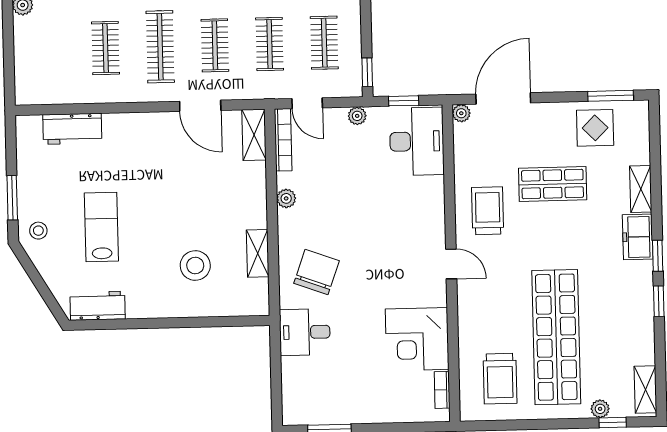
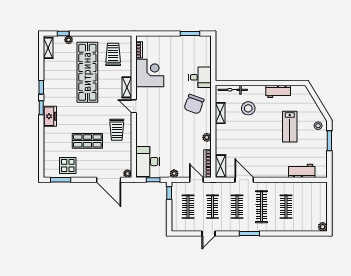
door: (503, 98) -> (109, 180), hinge flipped
shelving: (641, 189) -> (127, 87), moved
workbench: (98, 306) -> (278, 91), moved
bicycle: (231, 306) -> (233, 90), added

